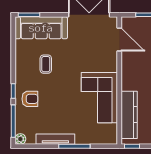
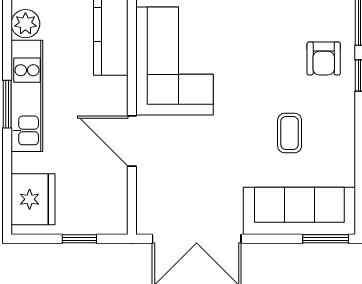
door: (119, 39) -> (132, 141), moved
armchair: (30, 99) -> (324, 58), turned -90

